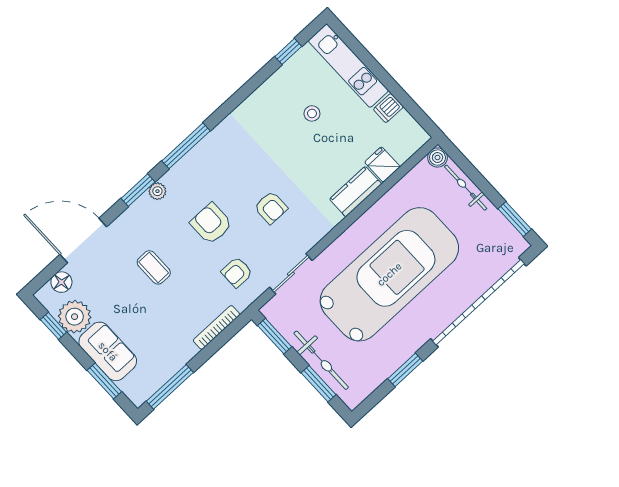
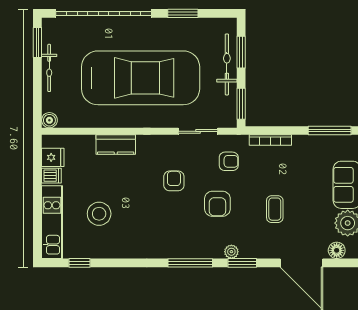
stool: (312, 113) -> (99, 214), width x1.89, depth x1.89
fridge: (382, 164) -> (53, 157), moved, turned -90
bicycle: (466, 188) -> (49, 68), moved
car: (389, 274) -> (141, 78), turned 180

